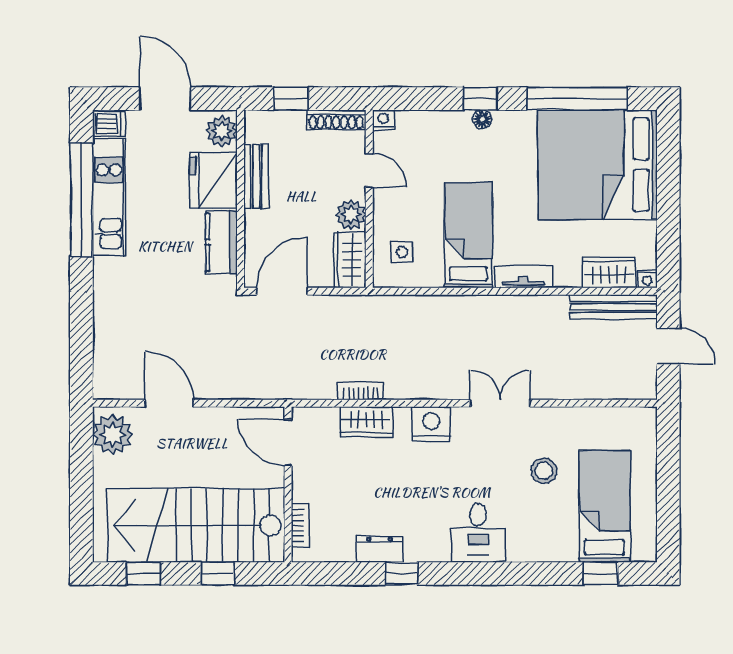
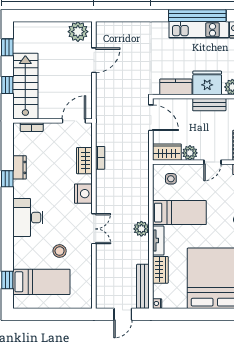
wardrobe: (609, 273) -> (160, 270), moved
plant: (500, 310) -> (141, 229), added
stairs: (196, 525) -> (25, 86), width x0.73, depth x0.66
desk: (478, 533) -> (28, 218), width x1.37

